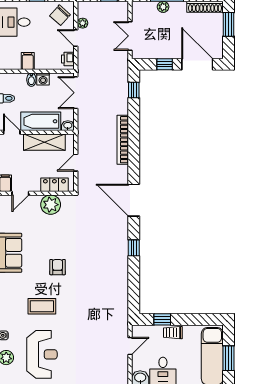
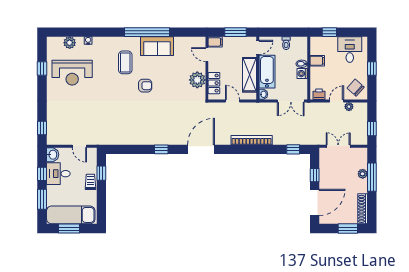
double door: (76, 93) -> (291, 101), swing flipped
coffee table: (42, 306) -> (125, 62), moved

